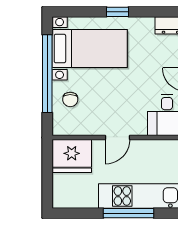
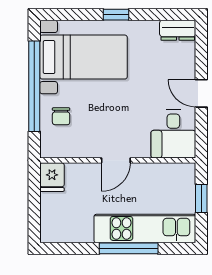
fridge: (72, 156) -> (52, 177), width x0.53, depth x0.75

